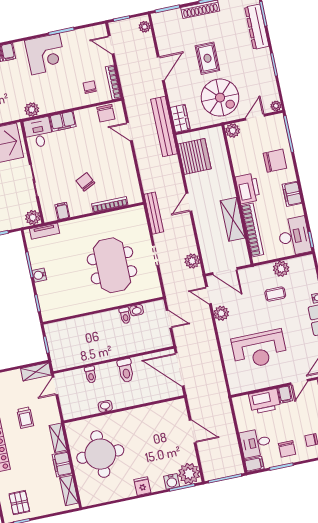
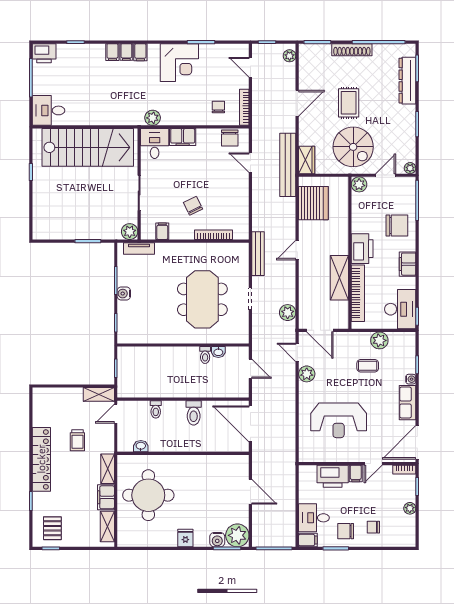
washbasin: (105, 406) -> (141, 446), moved
chair: (287, 449) -> (346, 531), turned 90

